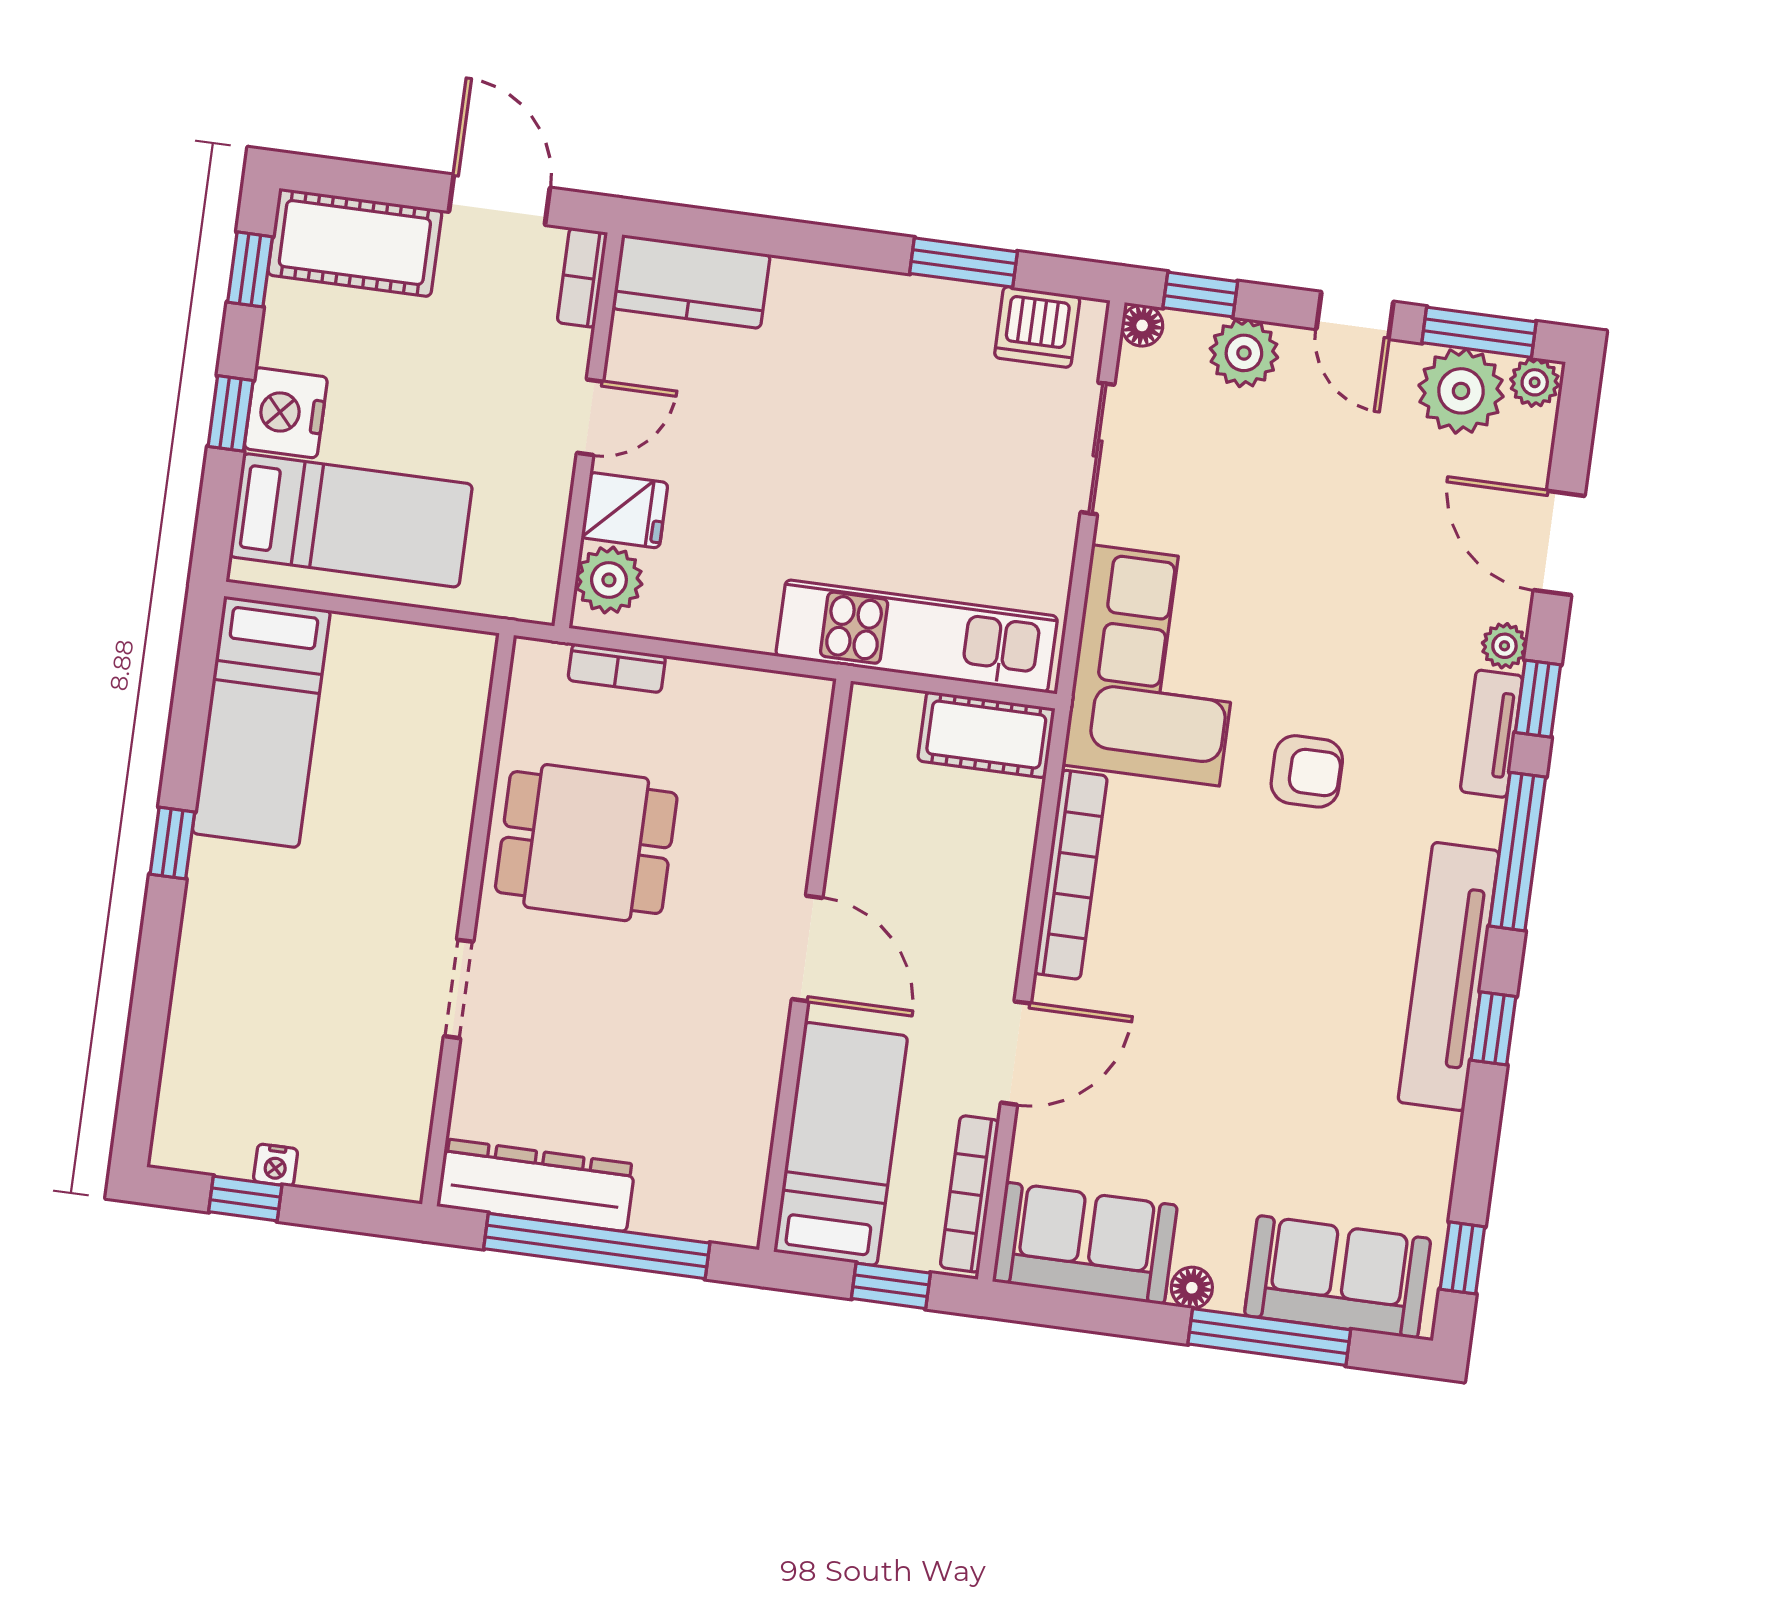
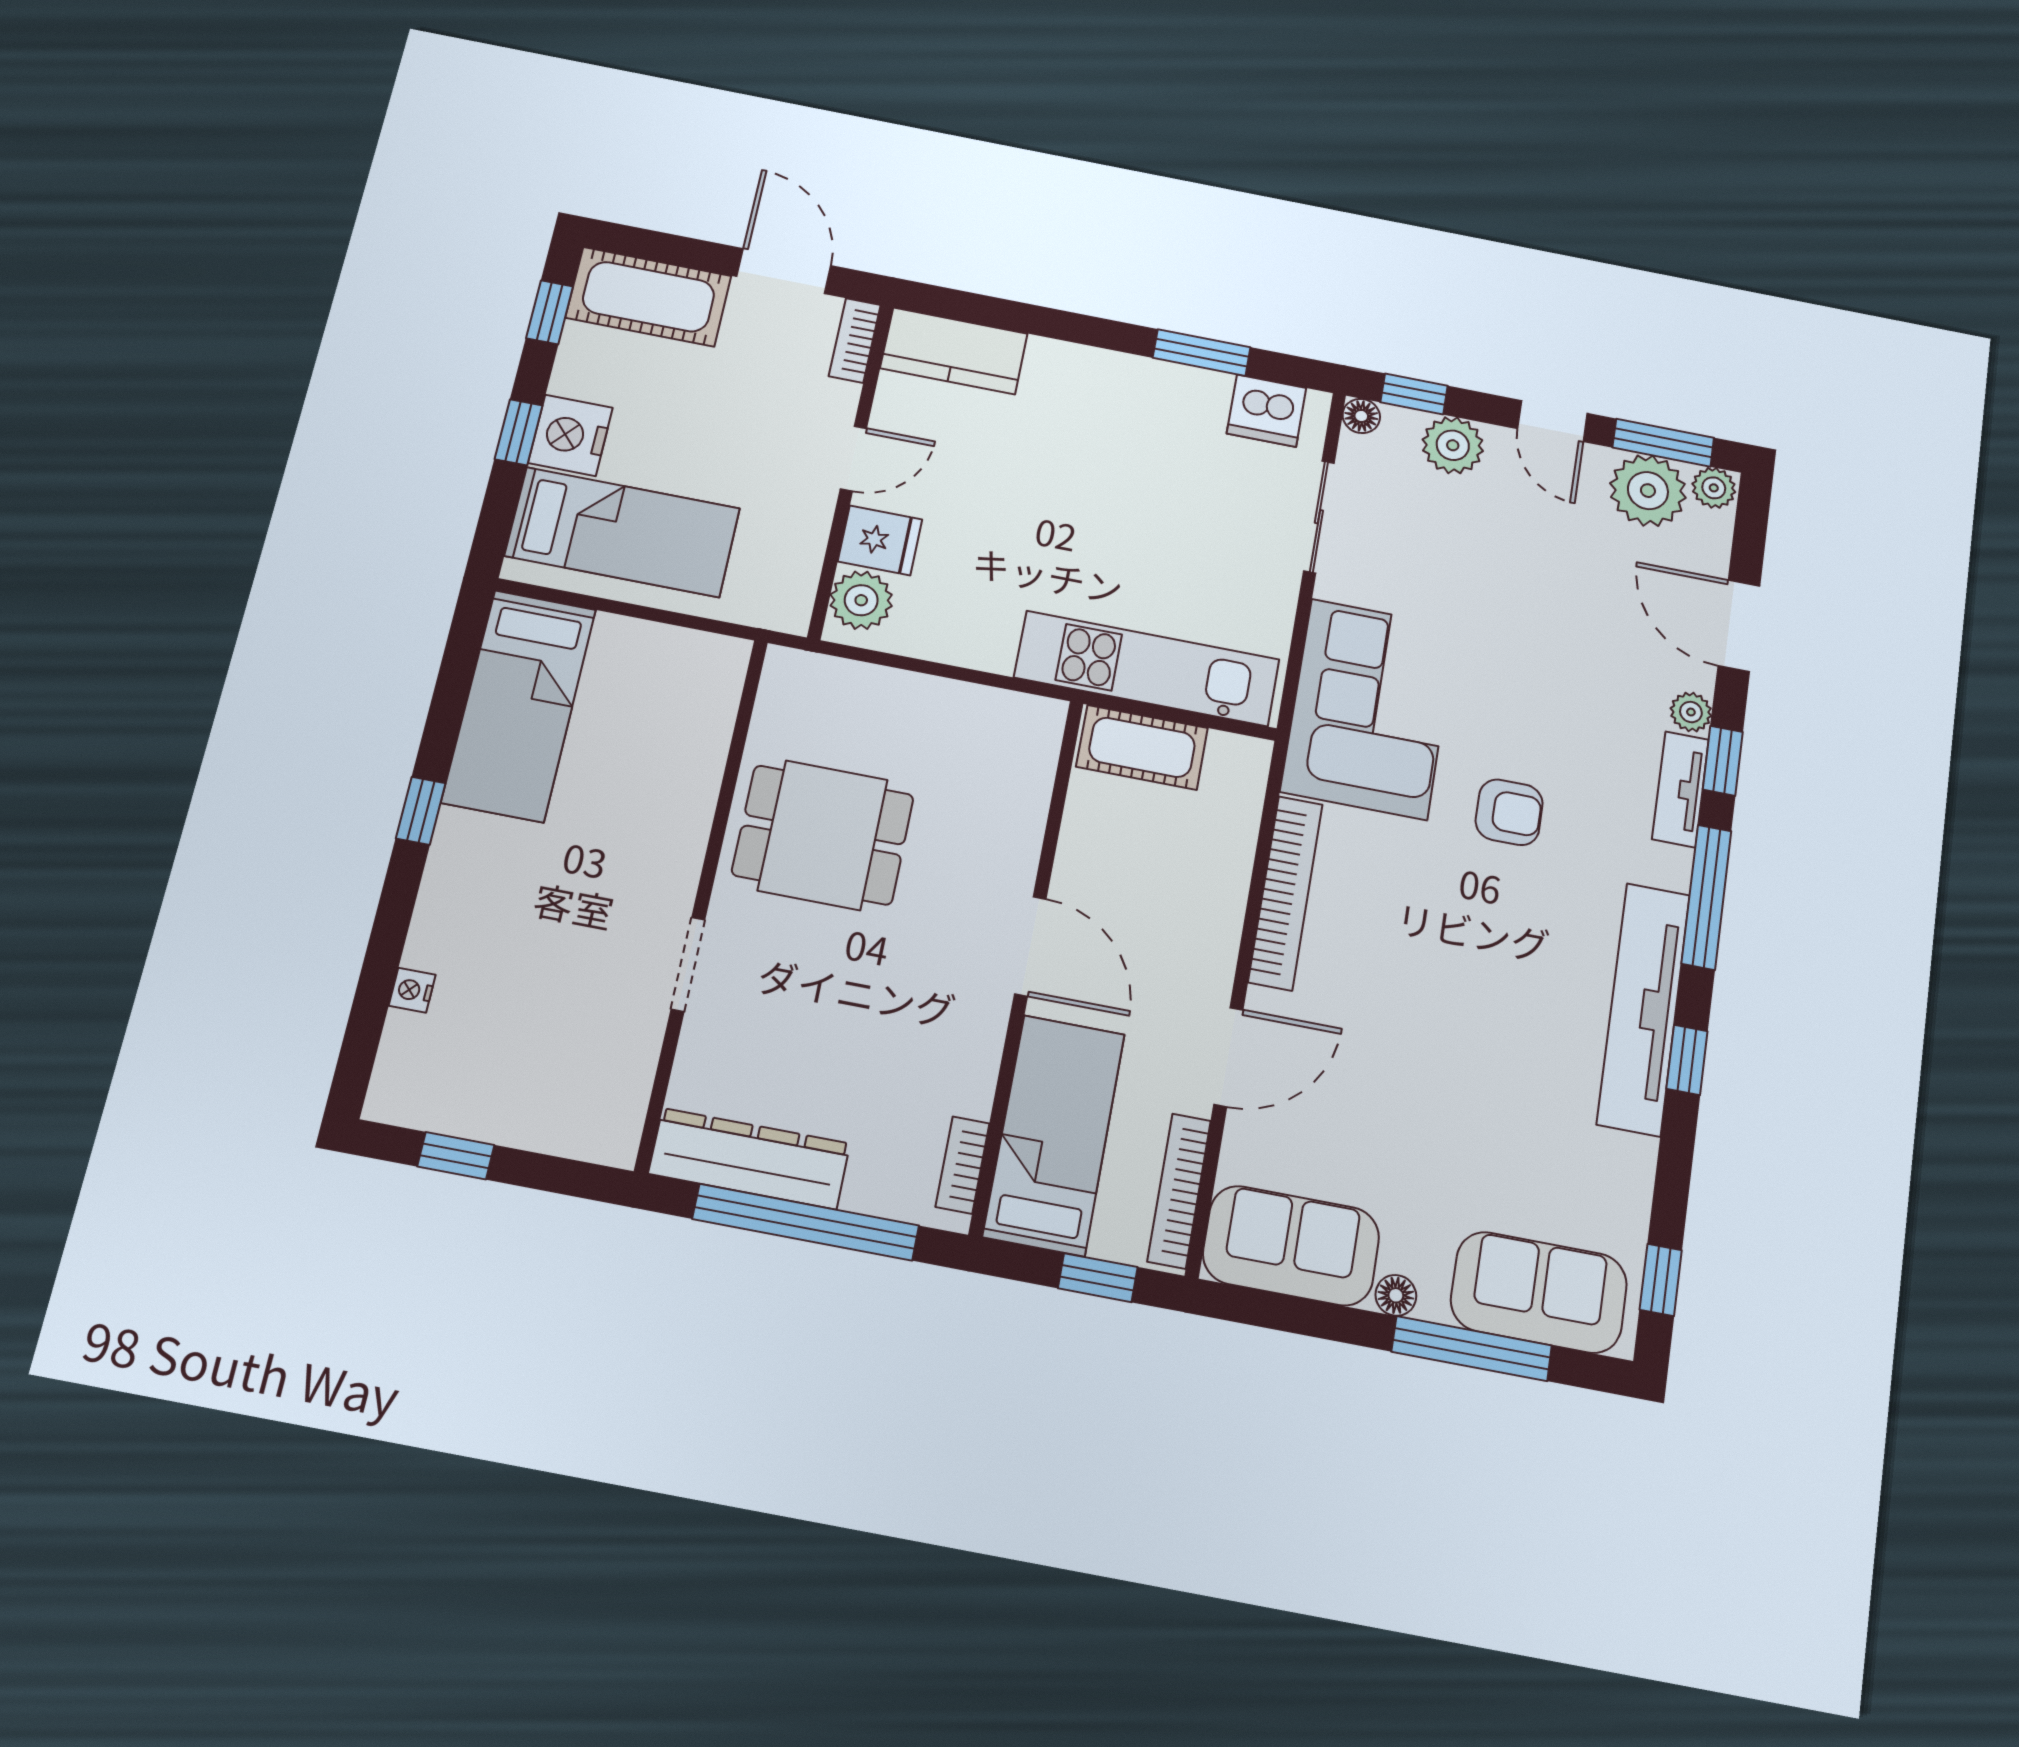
bookcase: (617, 668) -> (962, 1165), moved, turned 90
cot: (986, 735) -> (1142, 747), moved
nightstand: (276, 1165) -> (412, 990), moved, turned 90

